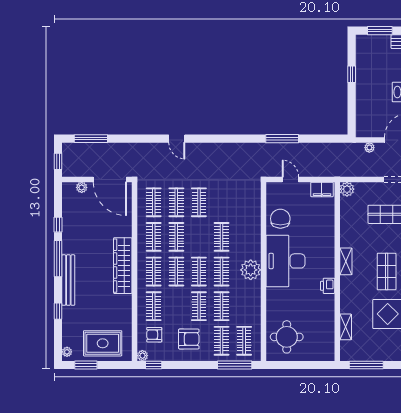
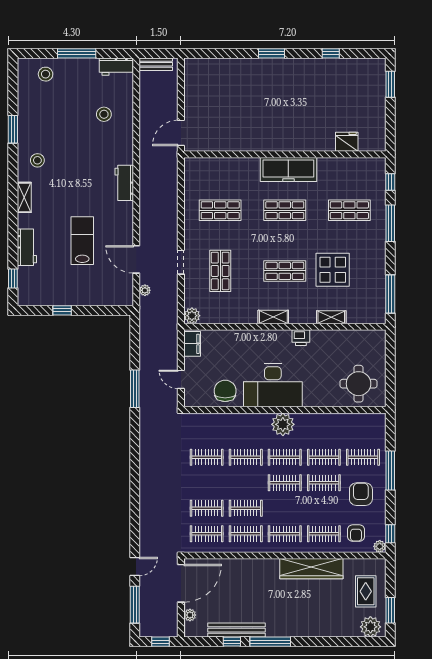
window: (380, 31) -> (13, 279), width x0.67
door: (177, 139) -> (135, 567), moved
door: (290, 179) -> (181, 379), hinge flipped
clothes rail: (199, 202) -> (207, 457), moved
chair: (280, 219) -> (225, 391), turned 90
wardrobe: (123, 266) -> (311, 569), moved
clothes rail: (176, 272) -> (285, 508), removed
bench: (68, 280) -> (237, 630), moved
window: (58, 311) -> (329, 642), removed
shelving: (346, 327) -> (331, 317), moved
clothes rail: (244, 341) -> (363, 432), removed
rug: (103, 343) -> (366, 591), width x0.73, depth x0.70
plant: (67, 352) -> (370, 627), width x1.88, depth x1.88
window: (235, 365) -> (390, 471), moved

